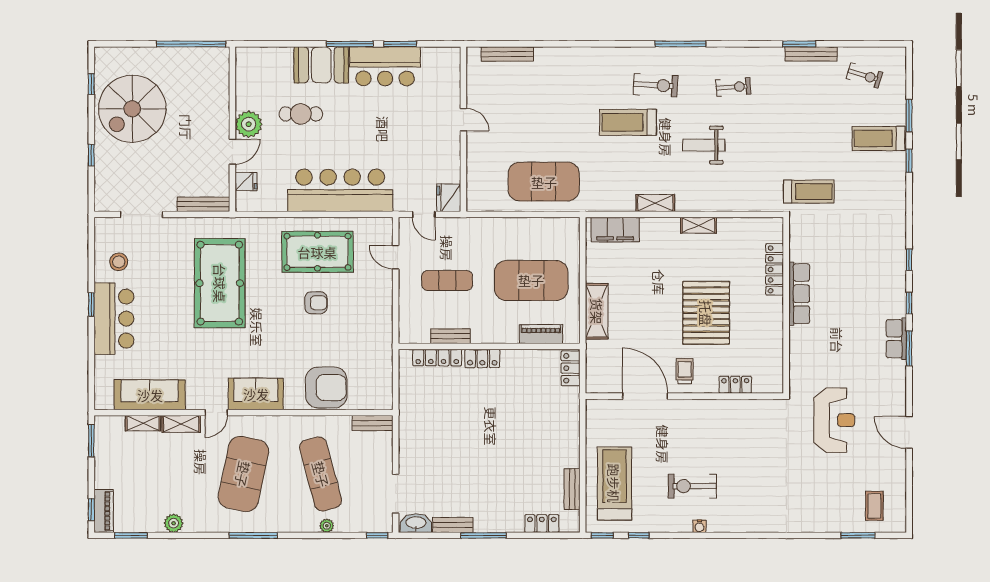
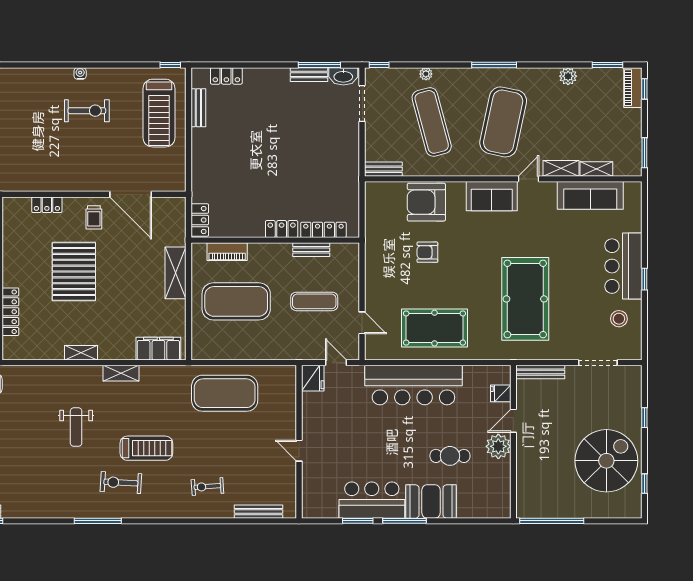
exercise bike: (733, 87) -> (207, 486), moved
weight bench: (704, 145) -> (76, 427), turned 90
armchair: (316, 303) -> (427, 252), moved
window: (483, 535) -> (319, 65), moved
window: (639, 535) -> (136, 65), removed

